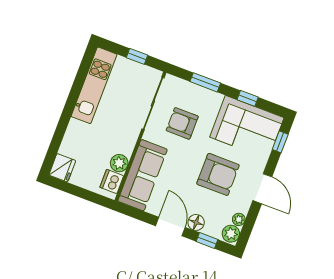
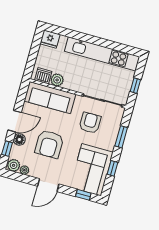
kitchen unit: (94, 85) -> (102, 54), width x1.36
armchair: (218, 174) -> (49, 144), moved

